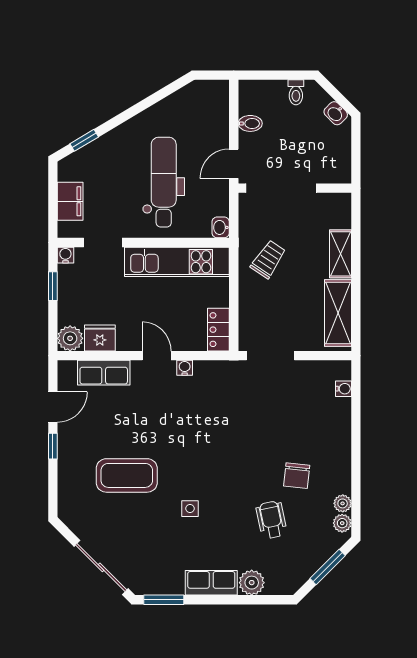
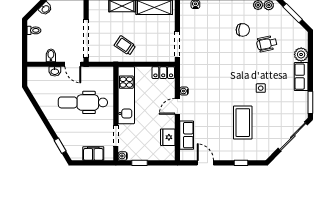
washbasin: (221, 227) -> (55, 71), moved
plant: (70, 338) -> (168, 153), removed
window: (53, 446) -> (241, 163), moved

